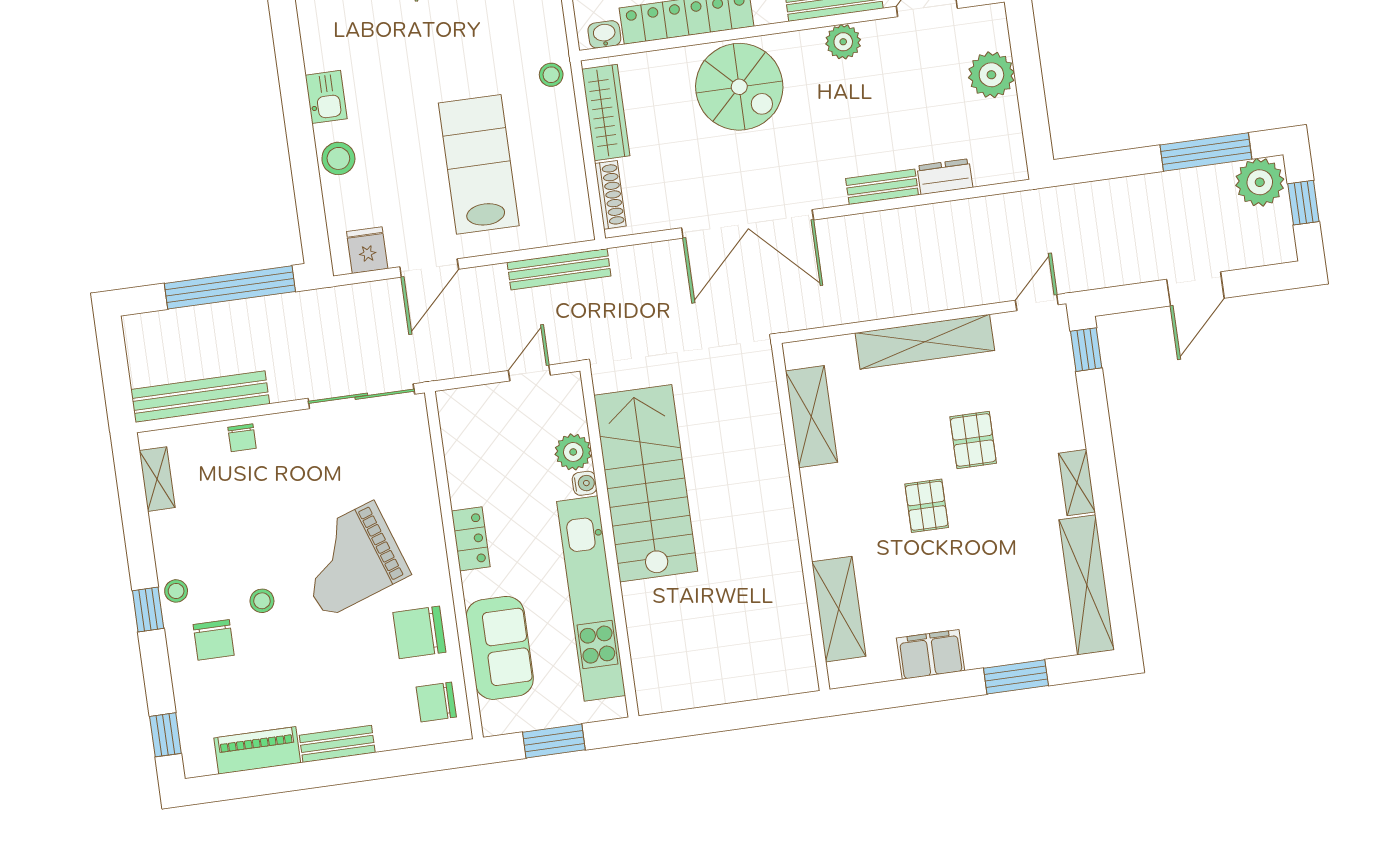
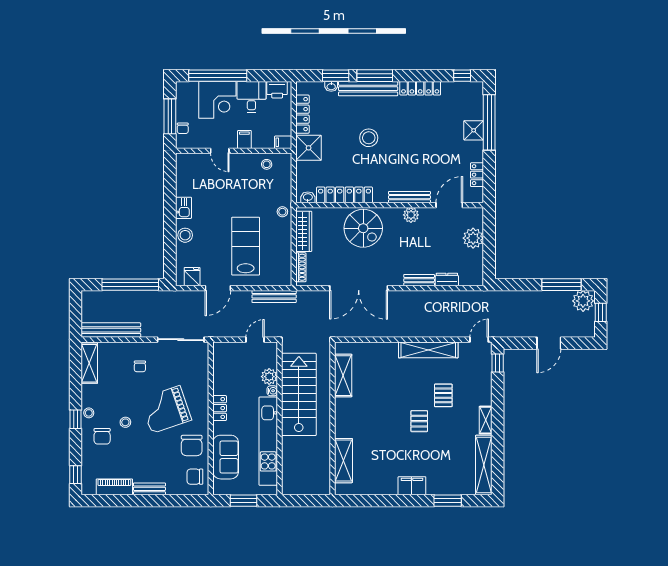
shelving: (811, 417) -> (343, 376), moved
chair: (242, 438) -> (140, 366), moved
shelving: (157, 479) -> (89, 363), width x1.50, depth x1.33
wall: (801, 517) -> (332, 418), moved
shelving: (839, 609) -> (343, 461), moved
chair: (419, 632) -> (192, 445), turned -90

